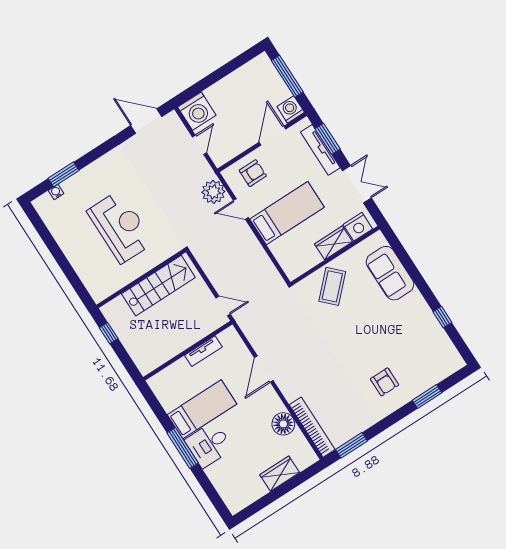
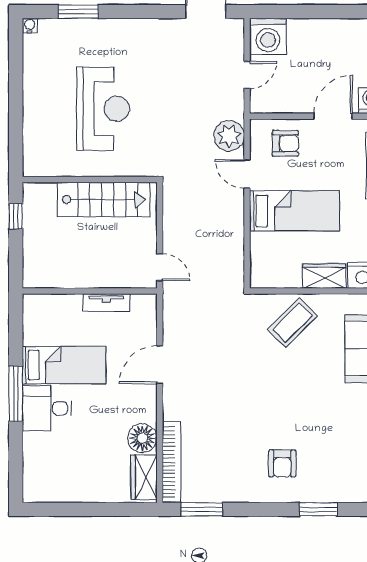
water cooler: (56, 192) -> (30, 26), moved
wardrobe: (280, 474) -> (144, 477), moved, turned -90

